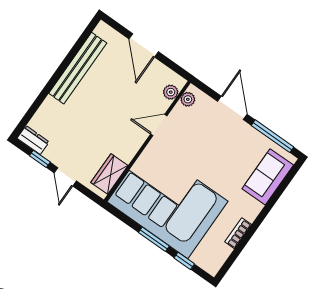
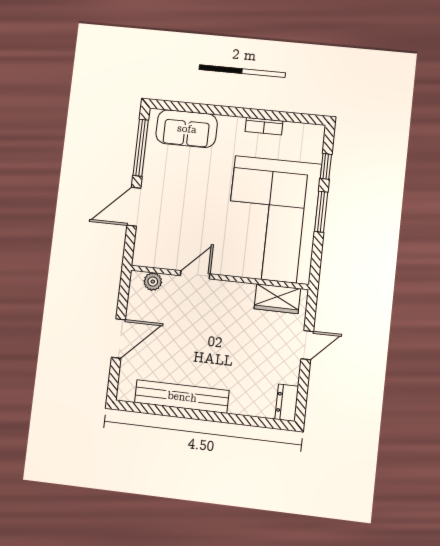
plant: (188, 99) -> (150, 259), removed
door: (159, 125) -> (195, 275), swing flipped
window: (40, 159) -> (303, 384), removed

